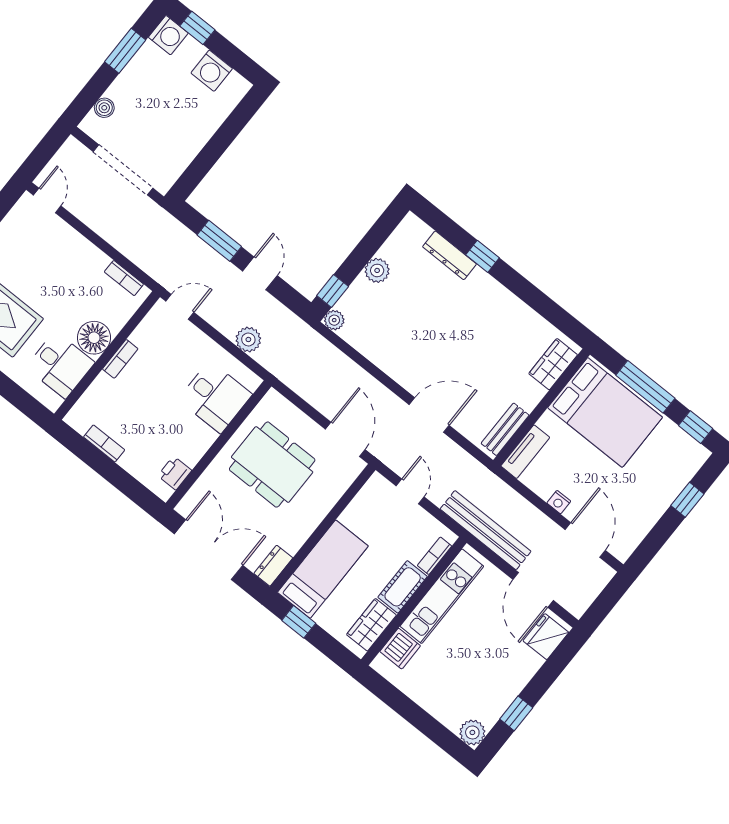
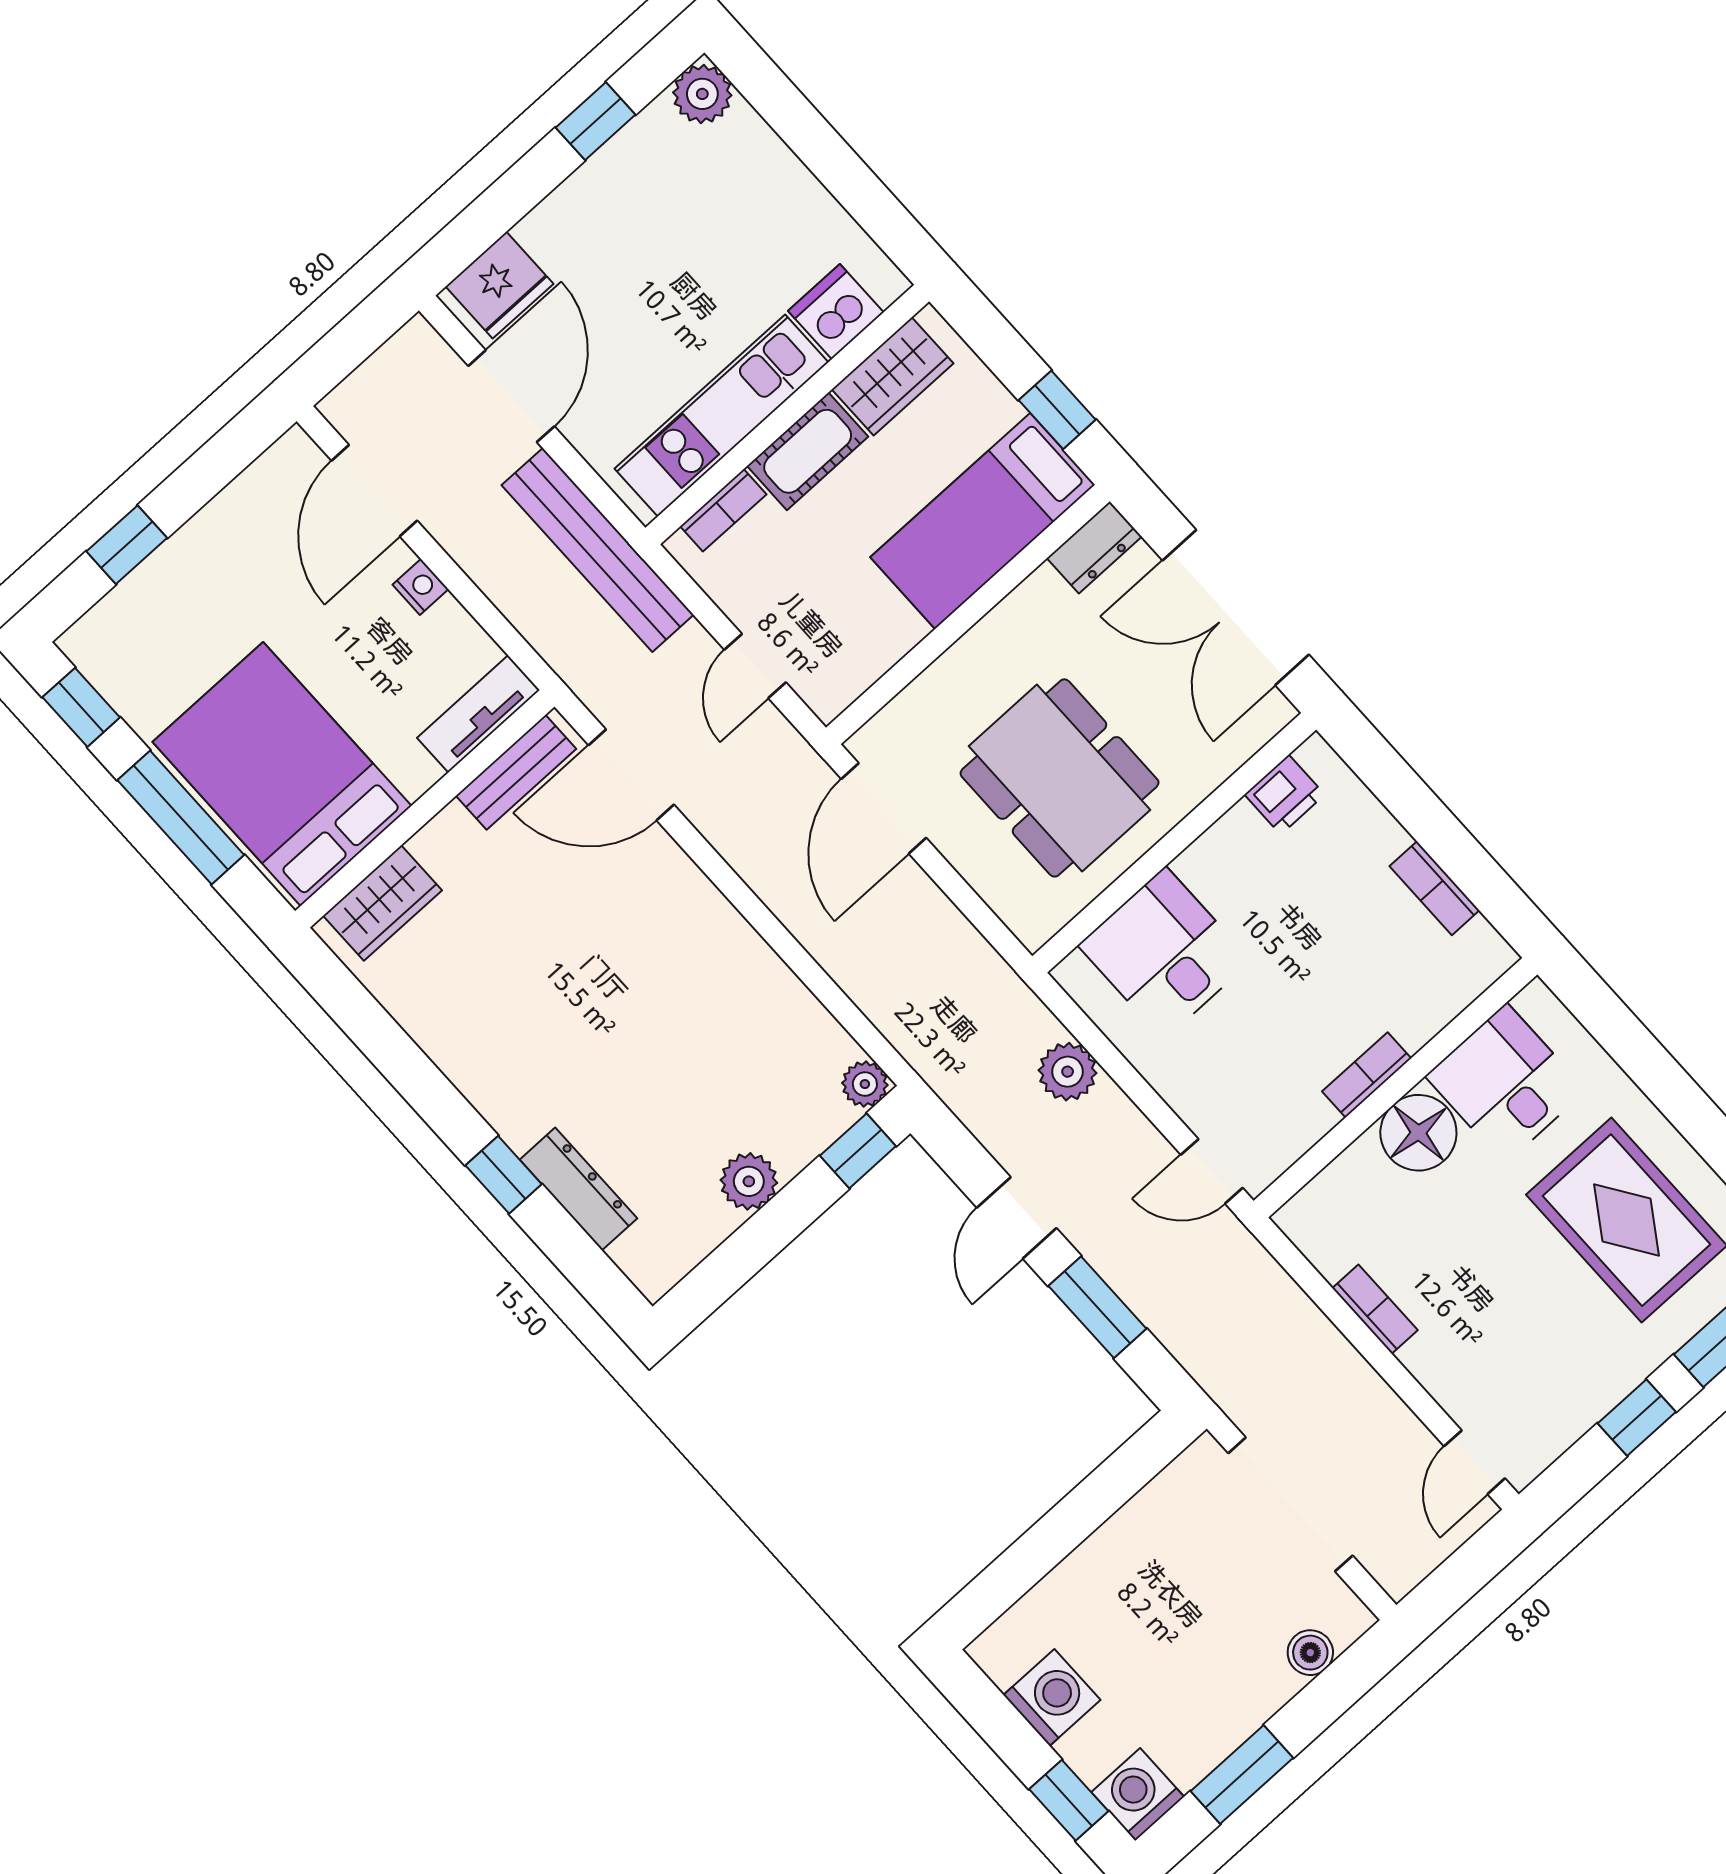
bookcase: (124, 278) -> (1375, 1309), moved
door: (429, 415) -> (631, 775), moved

